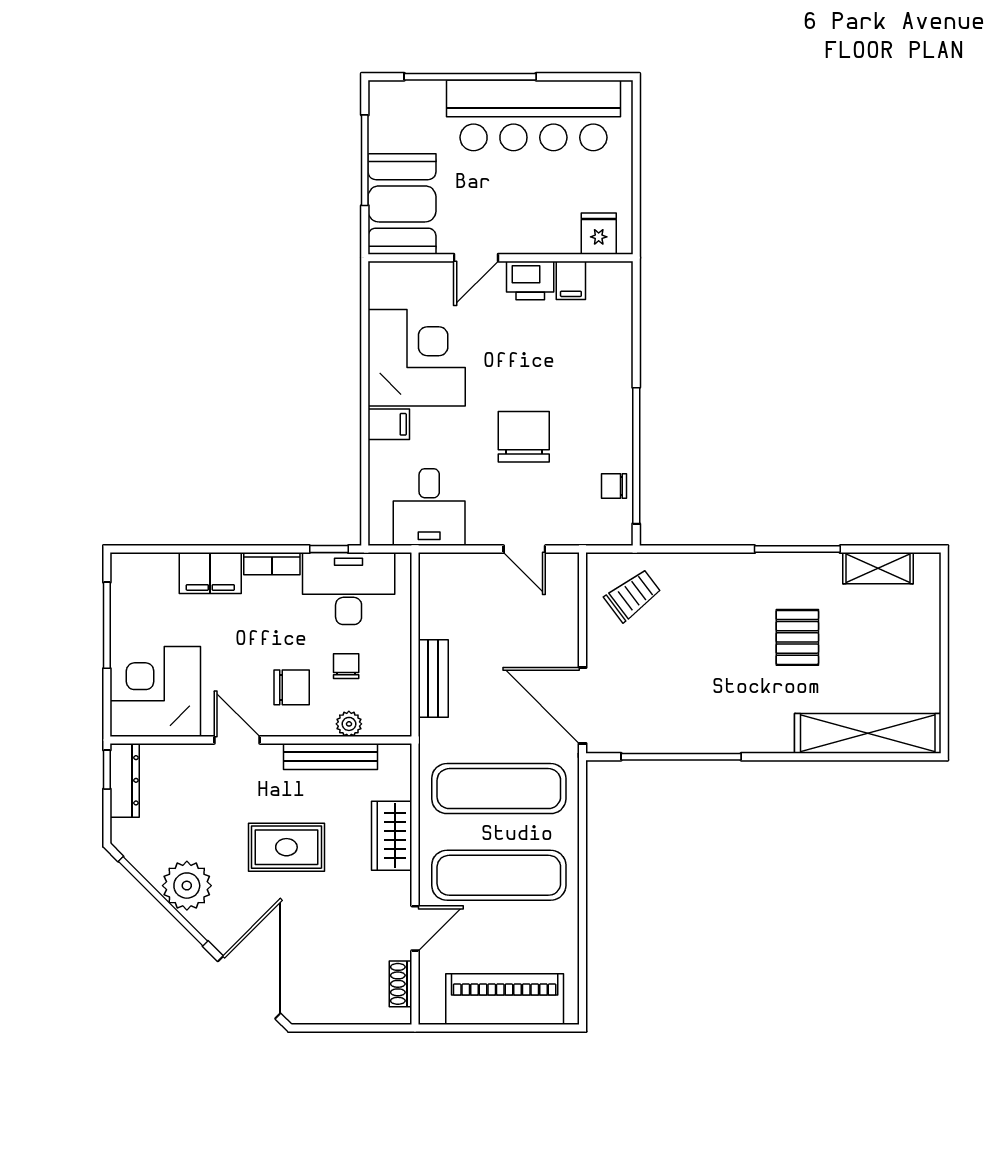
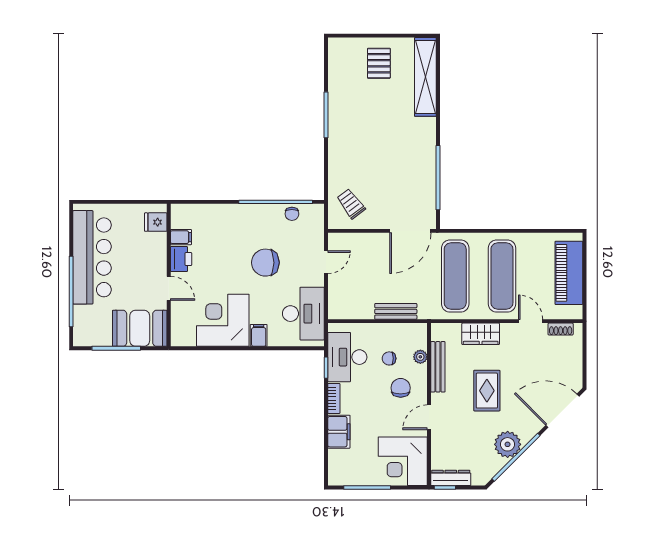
desk: (429, 507) -> (303, 314), width x1.37
shelving: (878, 568) -> (336, 71), removed
pallet: (797, 637) -> (379, 63), moved, turned 90

